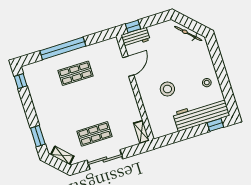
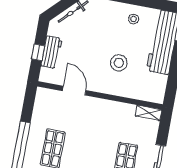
window: (133, 26) -> (38, 52), moved
workbench: (136, 38) -> (52, 52), moved

